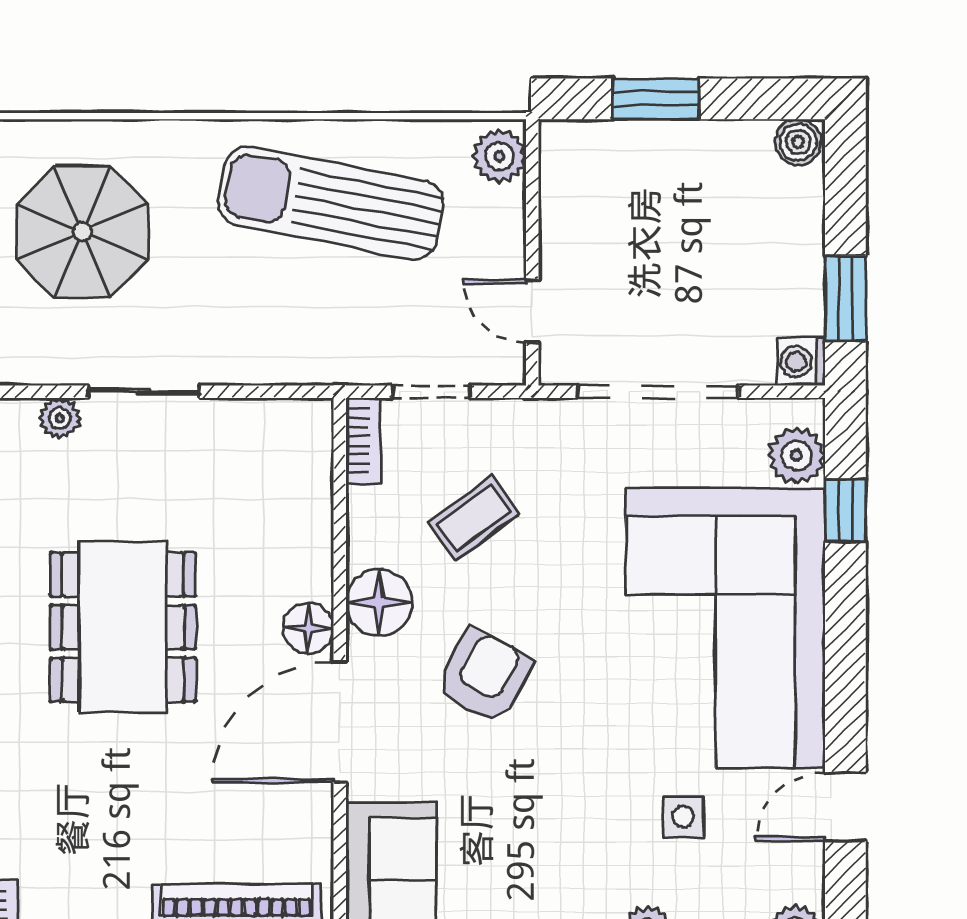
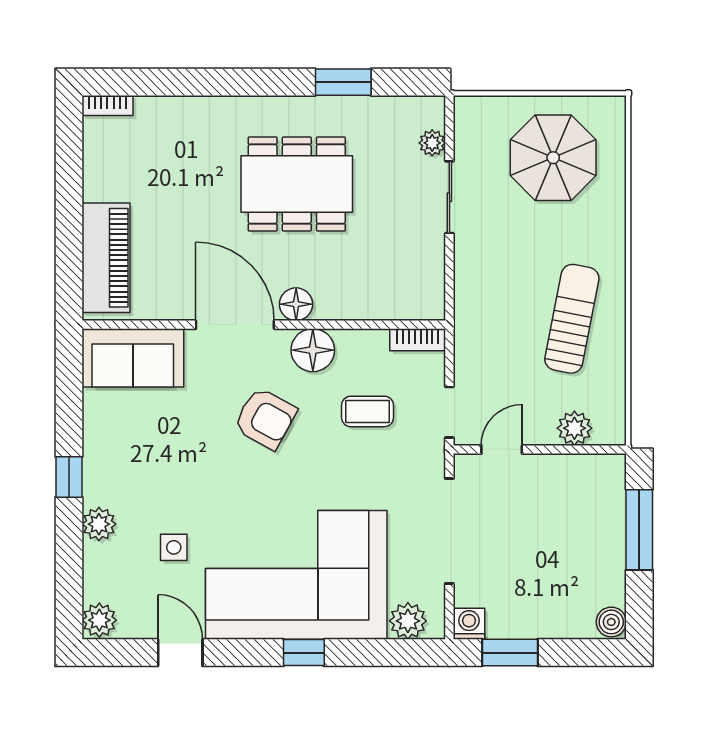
window: (656, 99) -> (639, 530), width x1.44
plant: (499, 156) -> (574, 428), moved
sun lounger: (331, 203) -> (572, 319), width x0.73, depth x0.75
doorway: (431, 392) -> (449, 412), moved
window: (845, 511) -> (304, 653), moved
coffee table: (474, 518) -> (368, 411), turned -54

